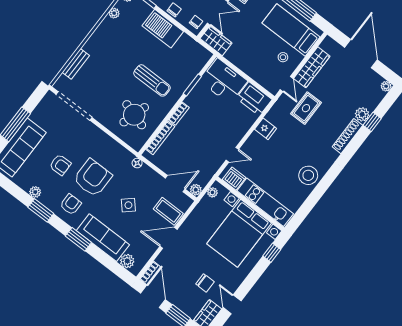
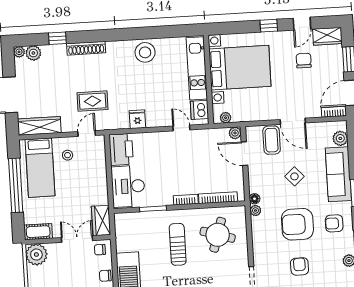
wardrobe: (312, 67) -> (39, 126), moved
plant: (362, 114) -> (33, 53), moved
plant: (128, 157) -> (255, 210), added
armchair: (60, 165) -> (300, 266), moved
window: (272, 253) -> (269, 26), moved

